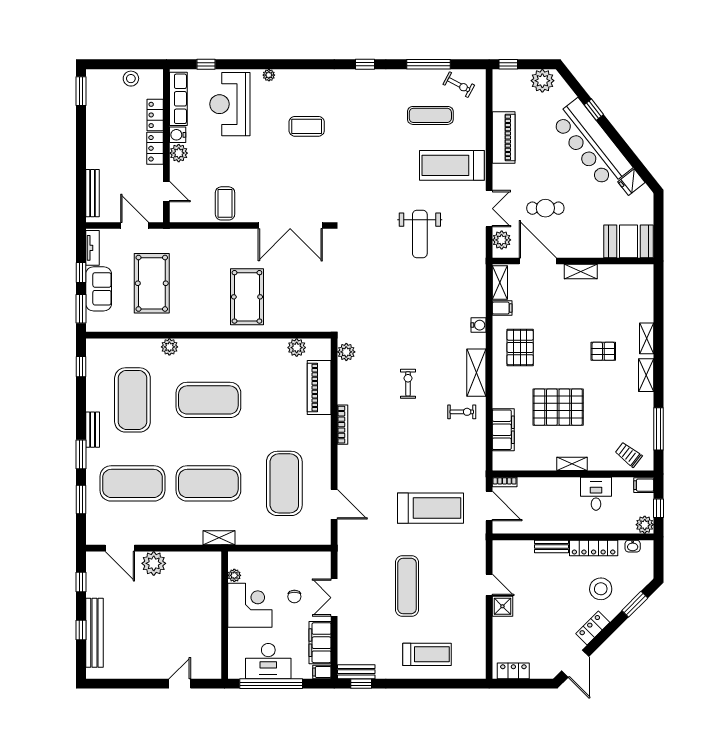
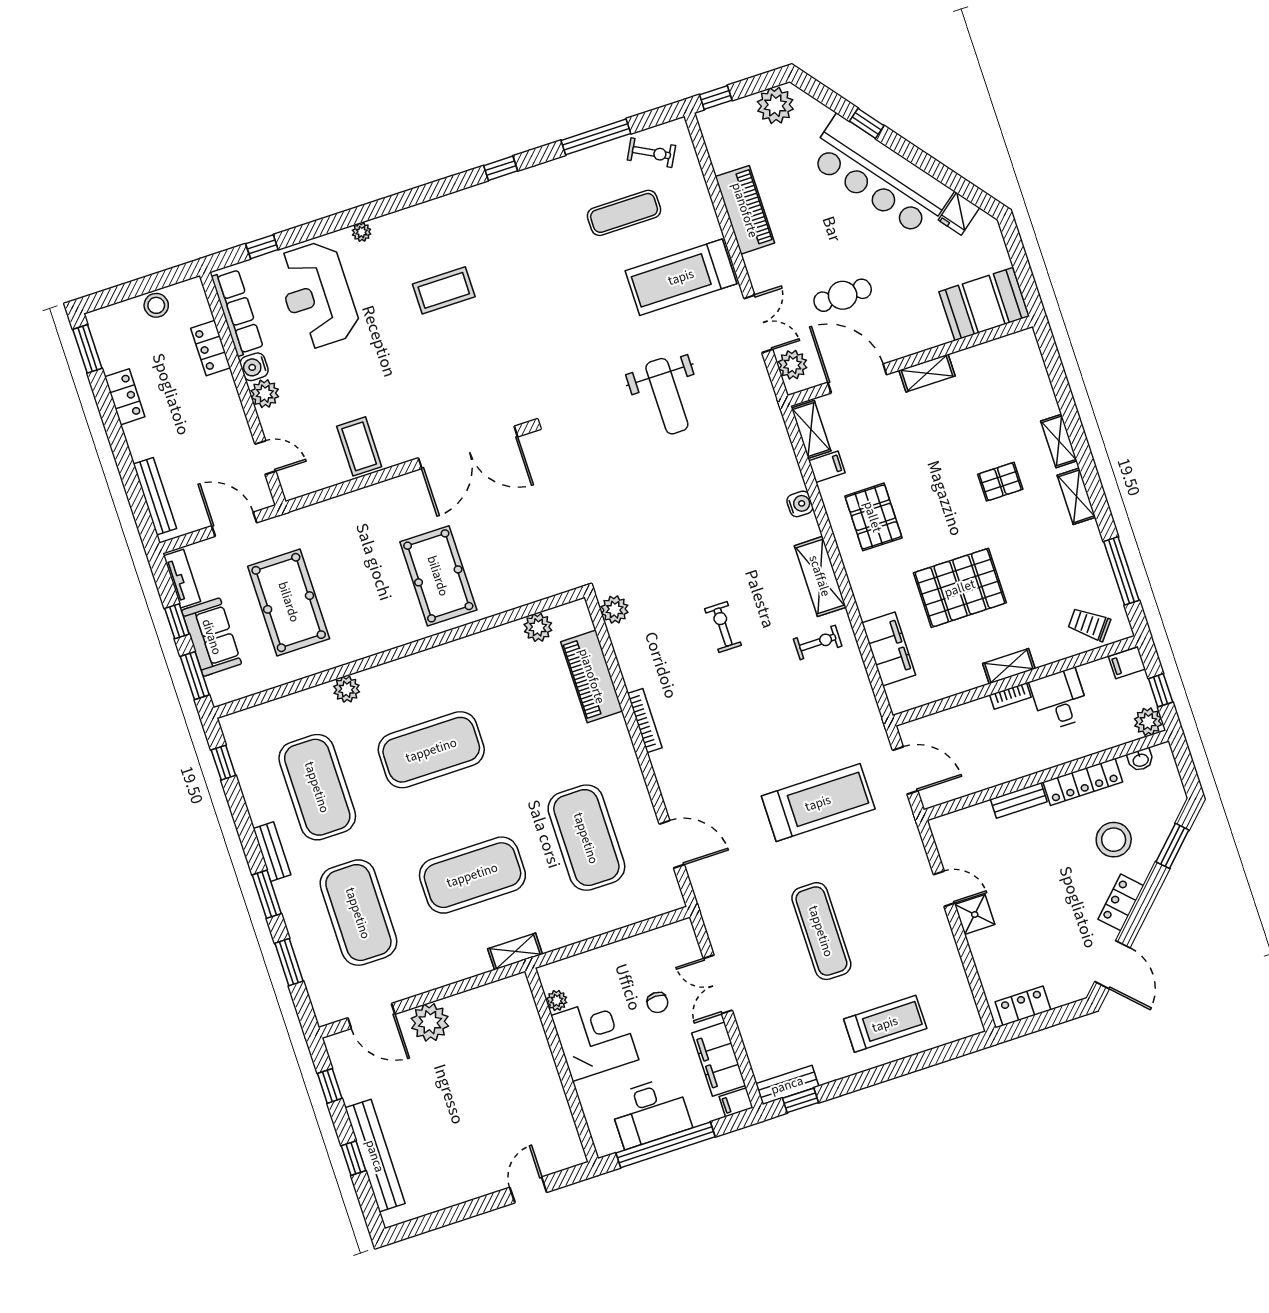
locker: (155, 148) -> (125, 397), moved, turned 180
bookcase: (505, 482) -> (1010, 696), moved
exercise mat: (132, 483) -> (358, 913), turned 90

